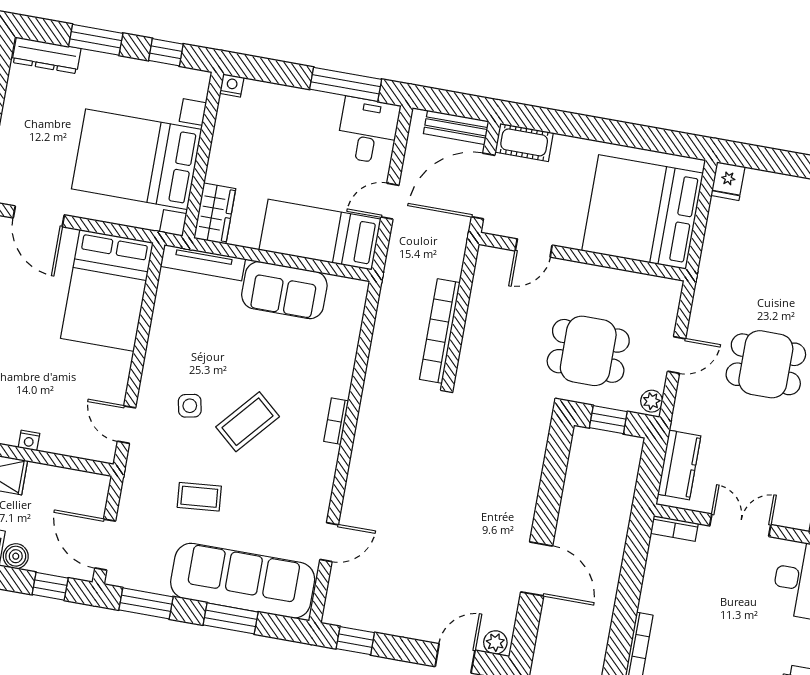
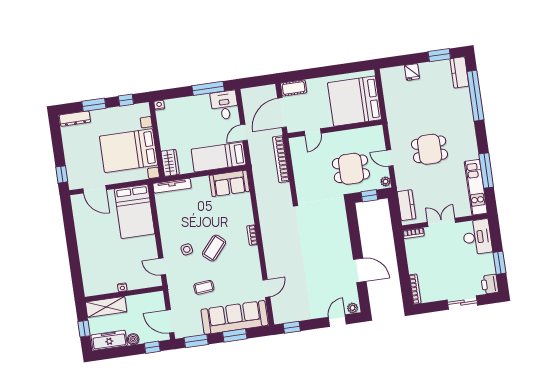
bench: (456, 127) -> (262, 91), removed
fridge: (728, 181) -> (412, 72), moved
sofa: (284, 290) -> (229, 183), moved
bookcase: (440, 331) -> (281, 159), moved
door: (677, 355) -> (390, 158), swing flipped

